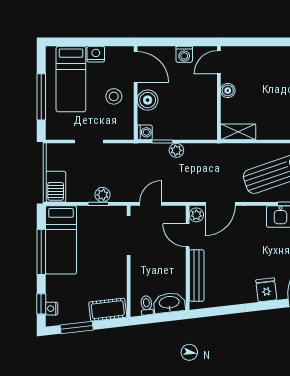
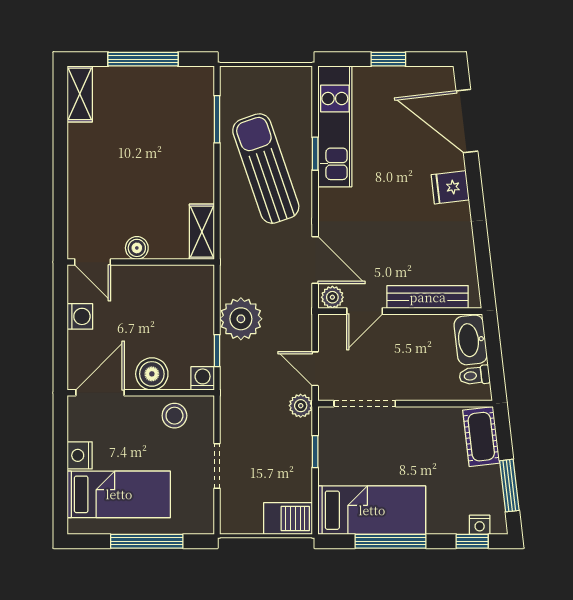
stool: (114, 96) -> (174, 416), moved
plant: (176, 150) -> (241, 319), width x1.88, depth x1.88
plant: (103, 195) -> (301, 406), moved

